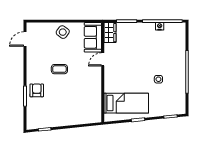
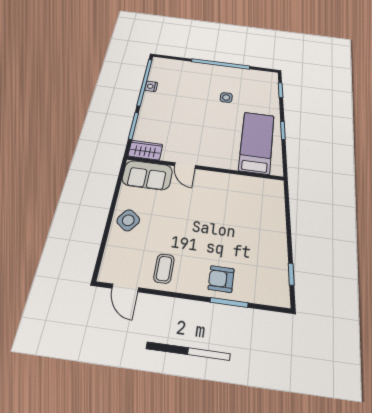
coffee table: (59, 69) -> (164, 269), moved

